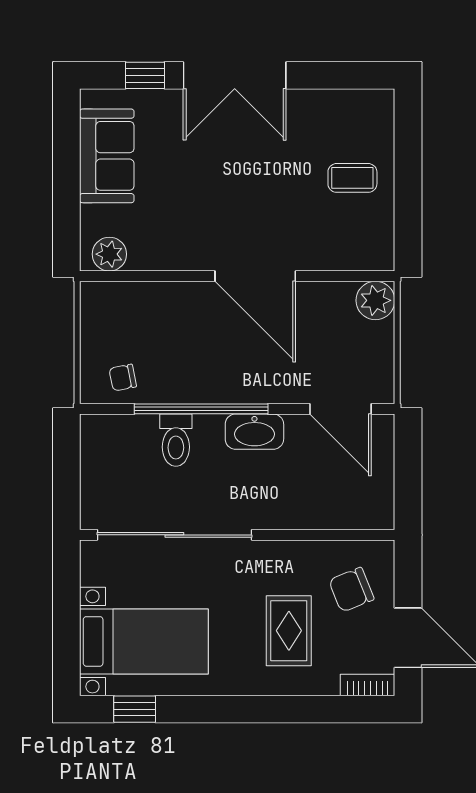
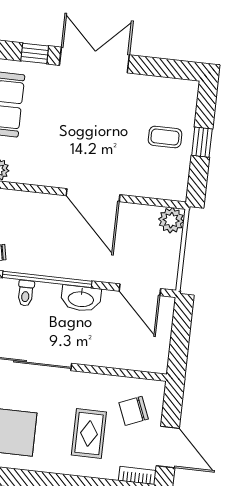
double door: (235, 75) -> (94, 60), swing flipped
window: (408, 179) -> (202, 142), added
toilet: (176, 440) -> (26, 293), width x0.73, depth x0.72

